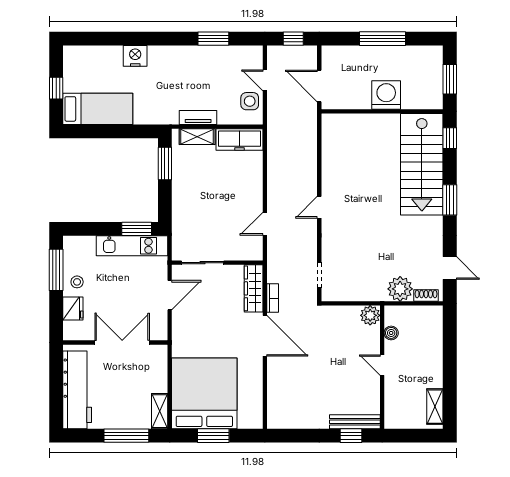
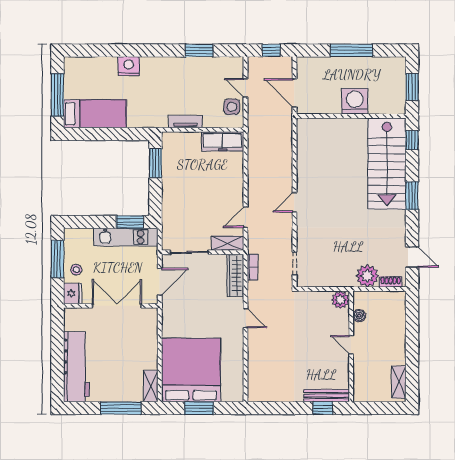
window: (56, 88) -> (57, 95), width x2.17
shelving: (197, 137) -> (228, 243), moved
bookcase: (273, 298) -> (252, 267), moved
door: (265, 336) -> (245, 318), width x0.53
wall: (115, 342) -> (111, 306), moved
double door: (122, 342) -> (117, 306), moved

